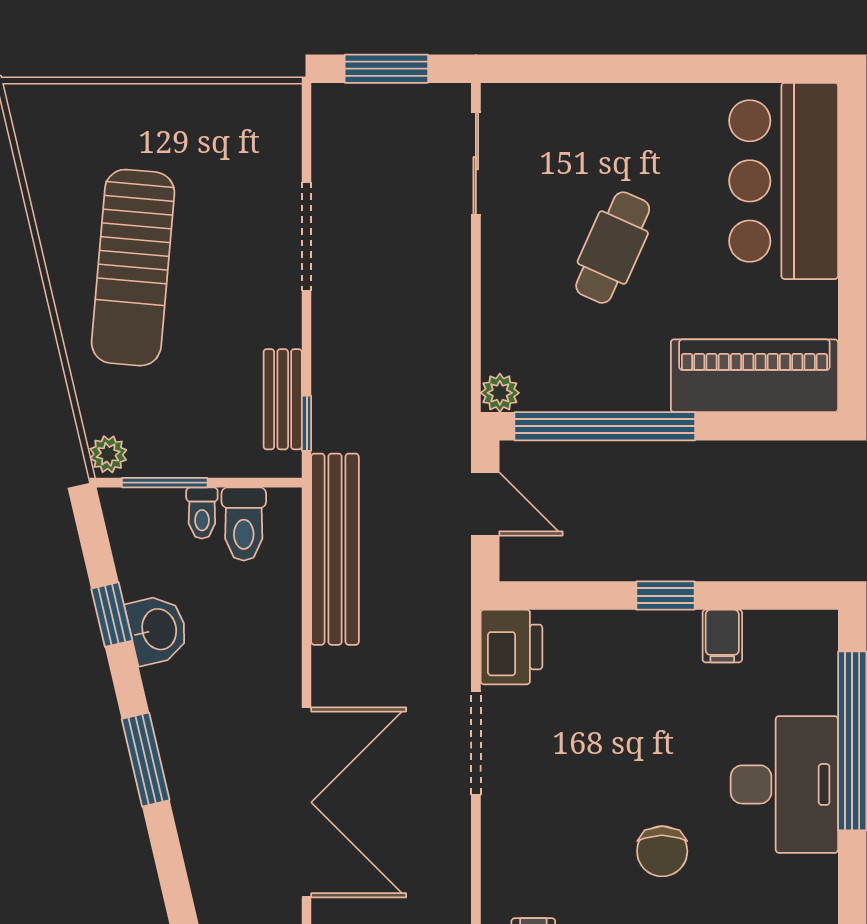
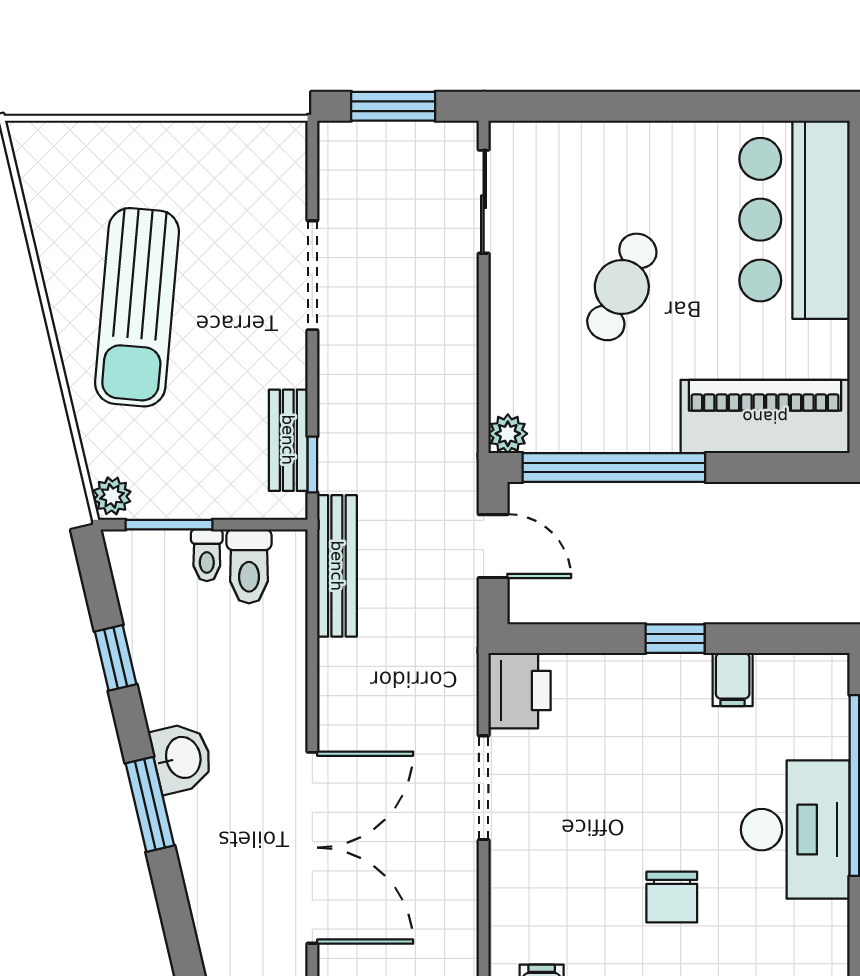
bench: (335, 549) -> (337, 566), width x0.73, depth x0.82
washbasin: (158, 630) -> (182, 758), moved

